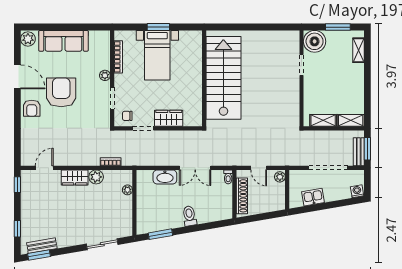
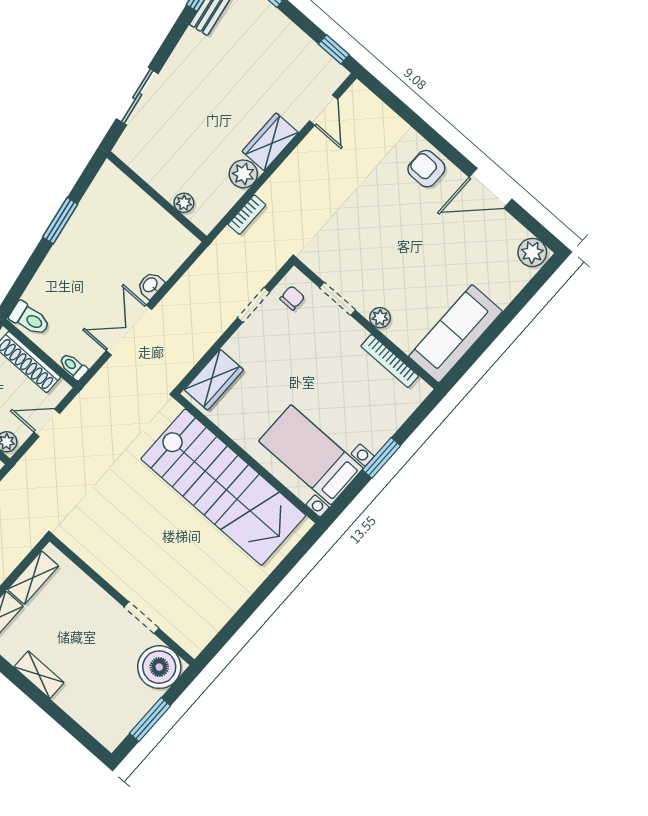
sofa: (64, 41) -> (455, 334), moved
shelving: (358, 50) -> (39, 675), moved
bed with nightstands: (157, 55) -> (311, 455), moved
armchair: (61, 92) -> (412, 232), removed
wardrobe: (169, 118) -> (214, 380), moved
washbasin: (165, 177) -> (151, 285), width x0.52, depth x0.69
toilet: (189, 216) -> (30, 319), moved
window: (160, 234) -> (60, 221), moved

